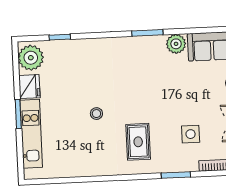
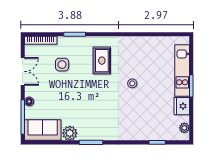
plant: (31, 58) -> (184, 128), width x0.53, depth x0.53

